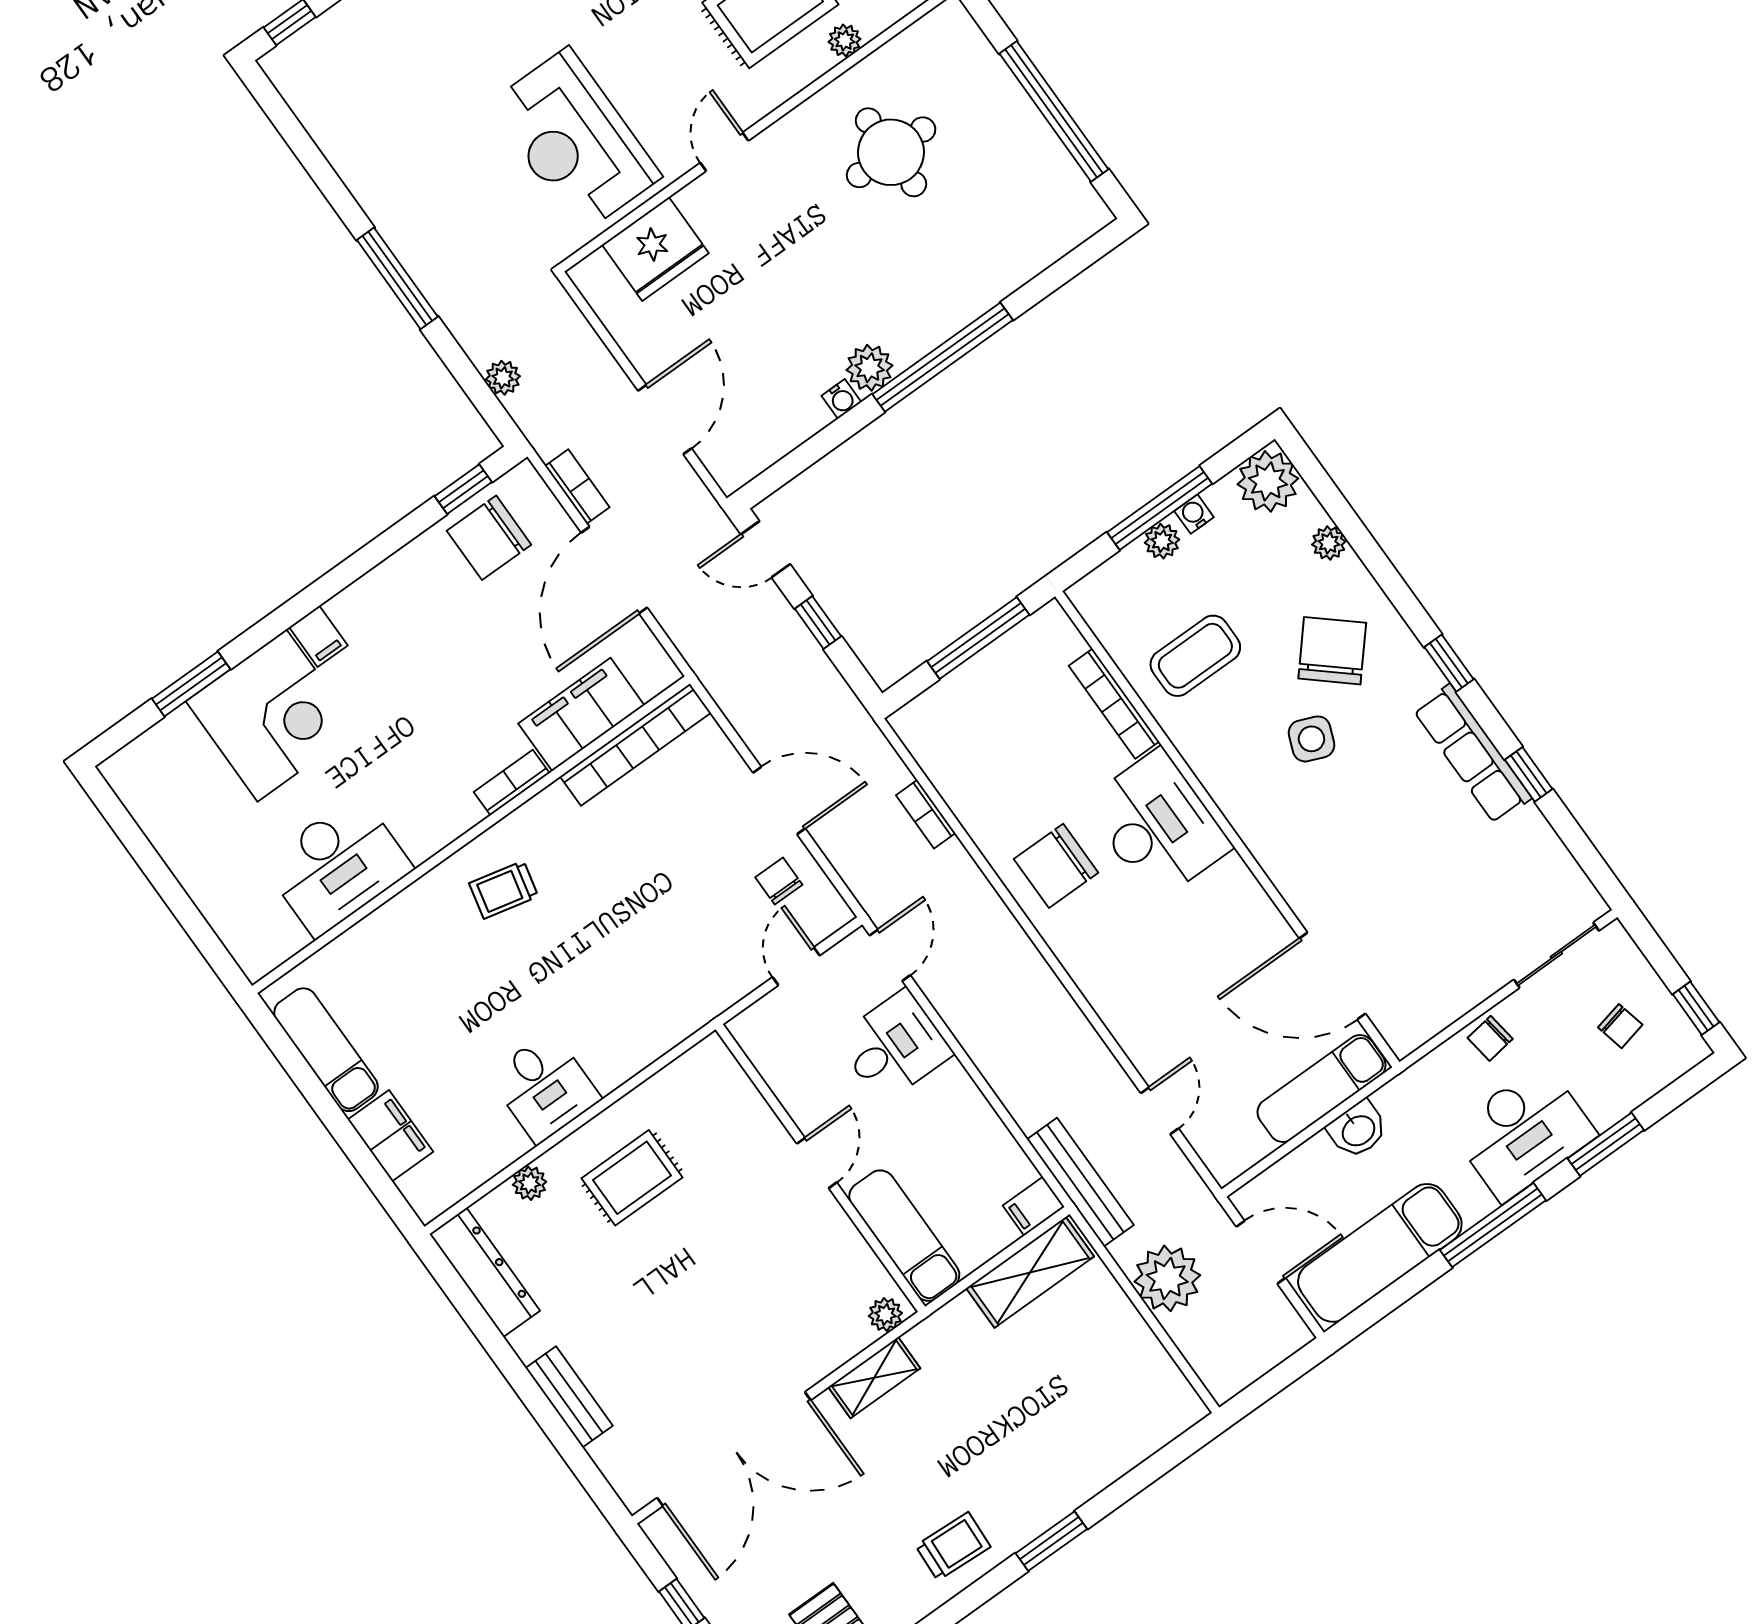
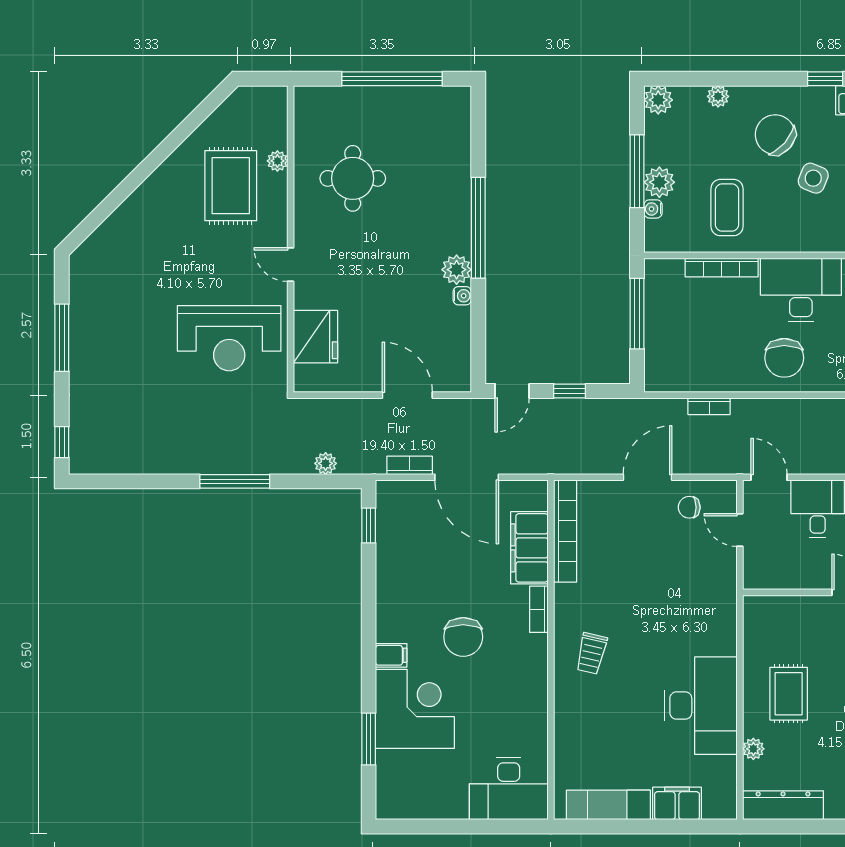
plant: (1268, 481) -> (658, 100), width x0.73, depth x0.73
water cooler: (1194, 514) -> (653, 209), moved
chair: (489, 538) -> (463, 637), moved
plant: (1162, 541) -> (659, 182), width x1.38, depth x1.38
desk: (337, 866) -> (509, 789), moved, turned 90
desk: (544, 1087) -> (701, 706), width x1.87, depth x1.30

